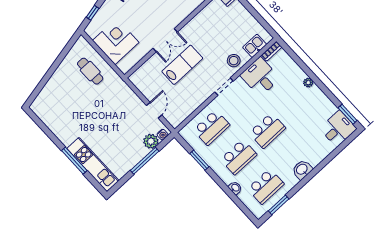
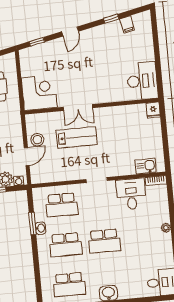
corner desk: (116, 41) -> (39, 93), moved
stool: (234, 61) -> (37, 140), moved
washbasin: (235, 188) -> (40, 228), moved

